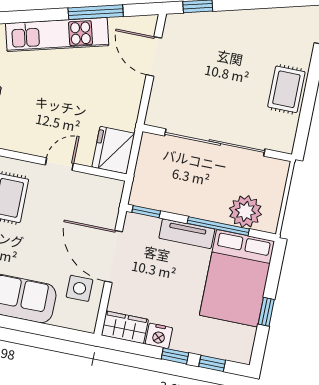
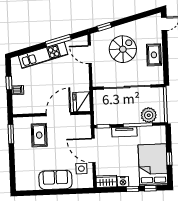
spiral stairs: (225, 62) -> (123, 49), added
door: (59, 164) -> (58, 114), width x1.87
bed: (237, 278) -> (153, 165), moved, turned 180

